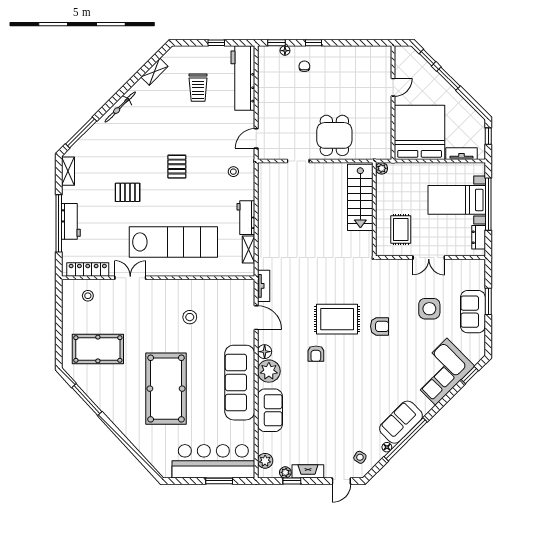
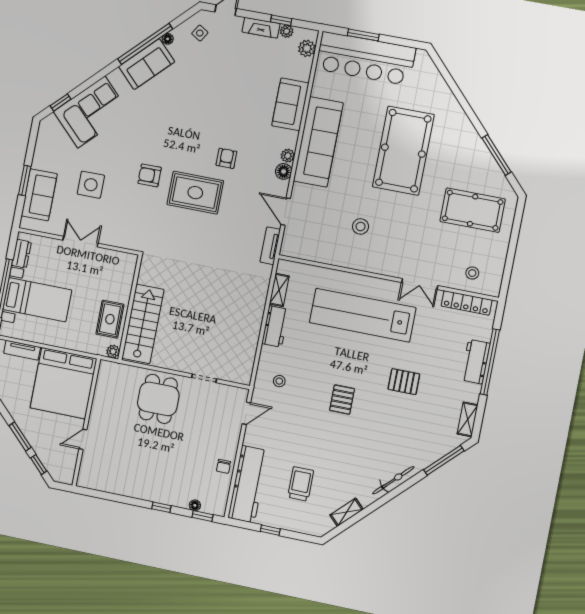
chair: (304, 66) -> (223, 466), moved
rug: (401, 230) -> (110, 319), moved
sofa: (473, 312) -> (39, 195), moved
plant: (269, 371) -> (288, 156), width x0.53, depth x0.53

